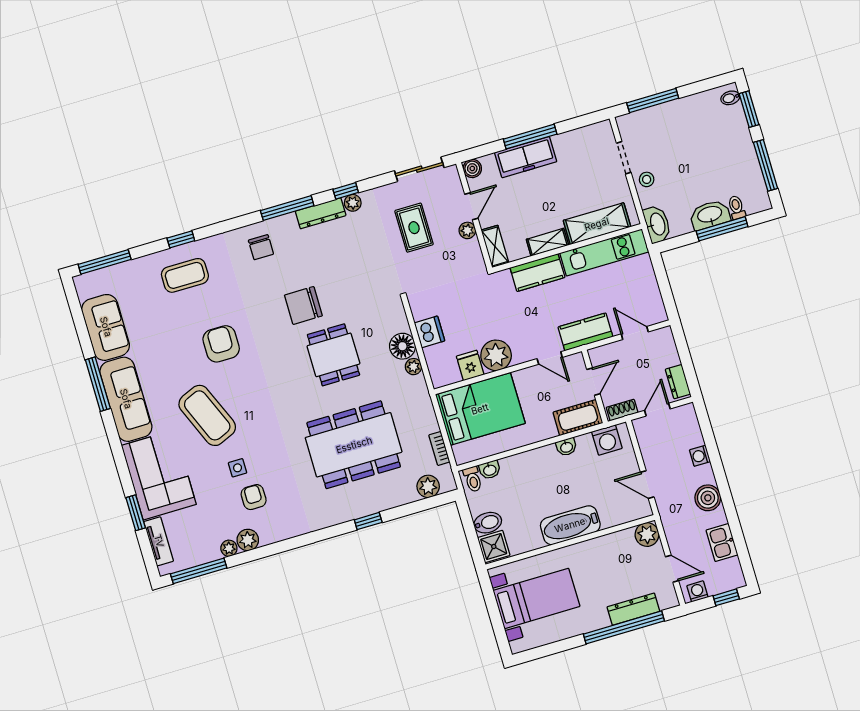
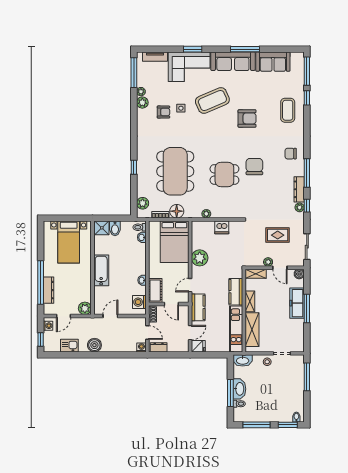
window: (181, 239) -> (307, 98), moved
floor lamp: (402, 346) -> (177, 211), moved
fridge: (470, 365) -> (198, 346), moved
washing machine: (700, 456) -> (141, 347), moved
window: (136, 513) -> (193, 49), moved

